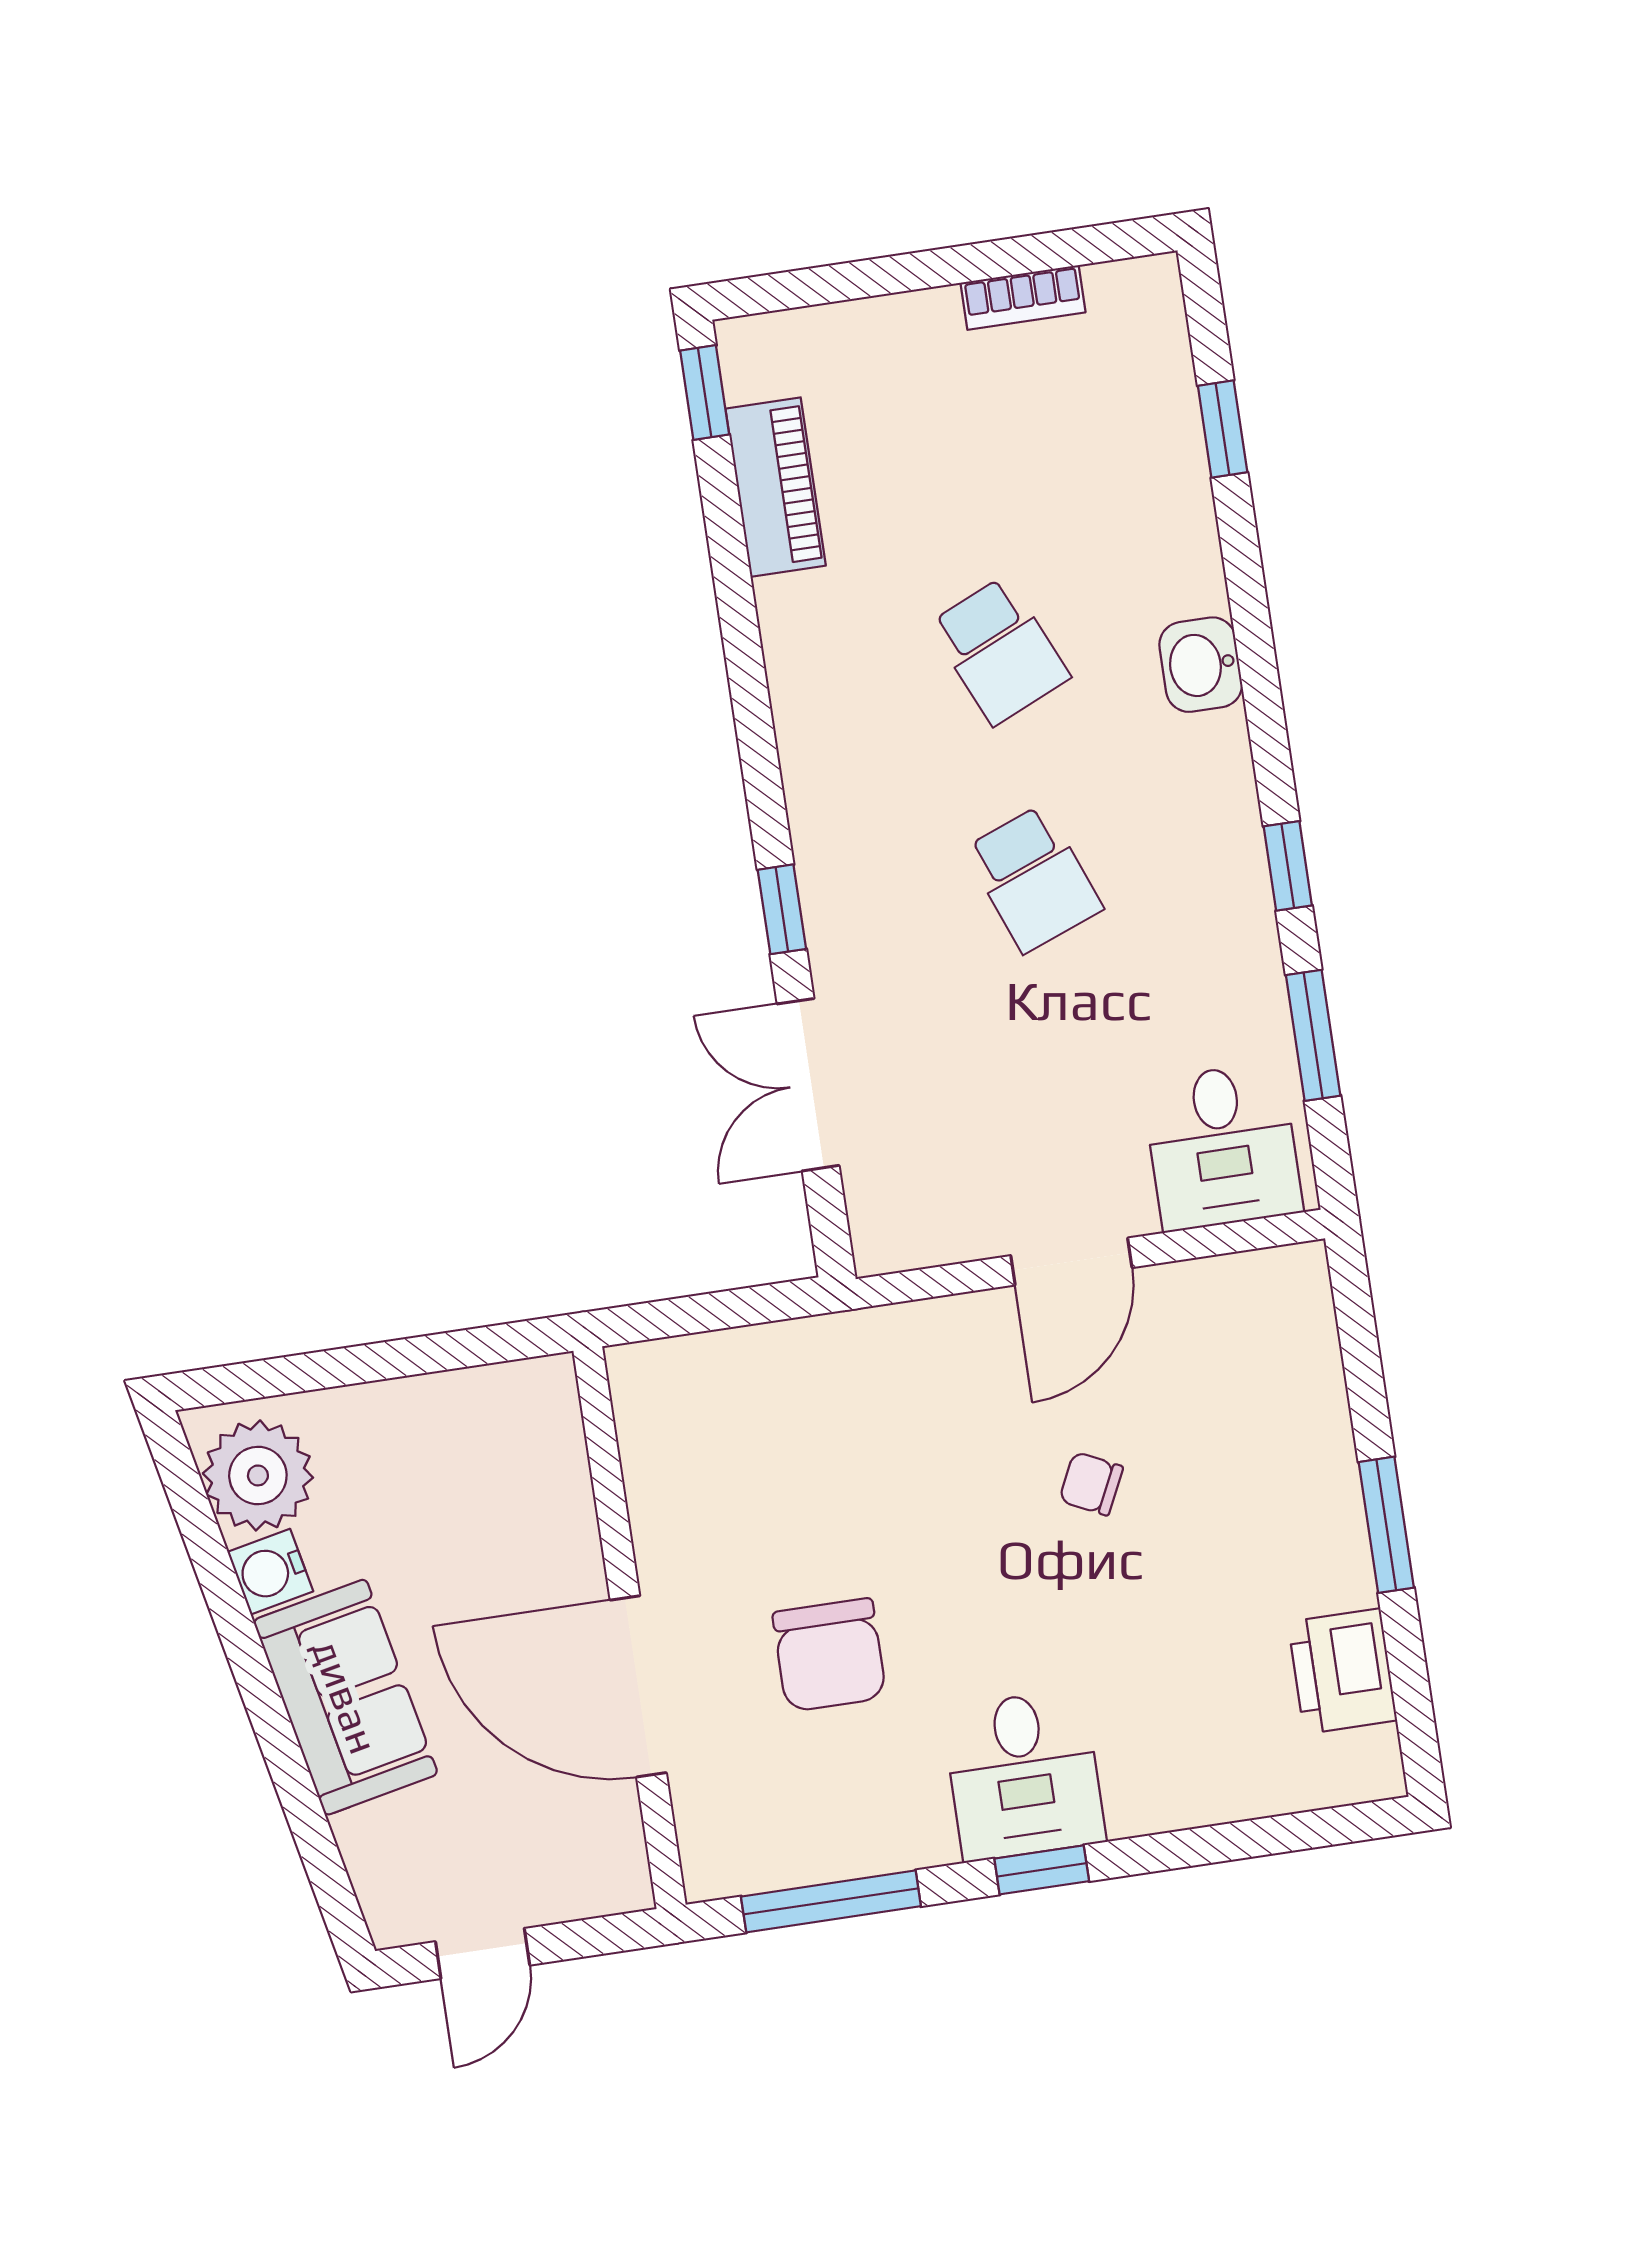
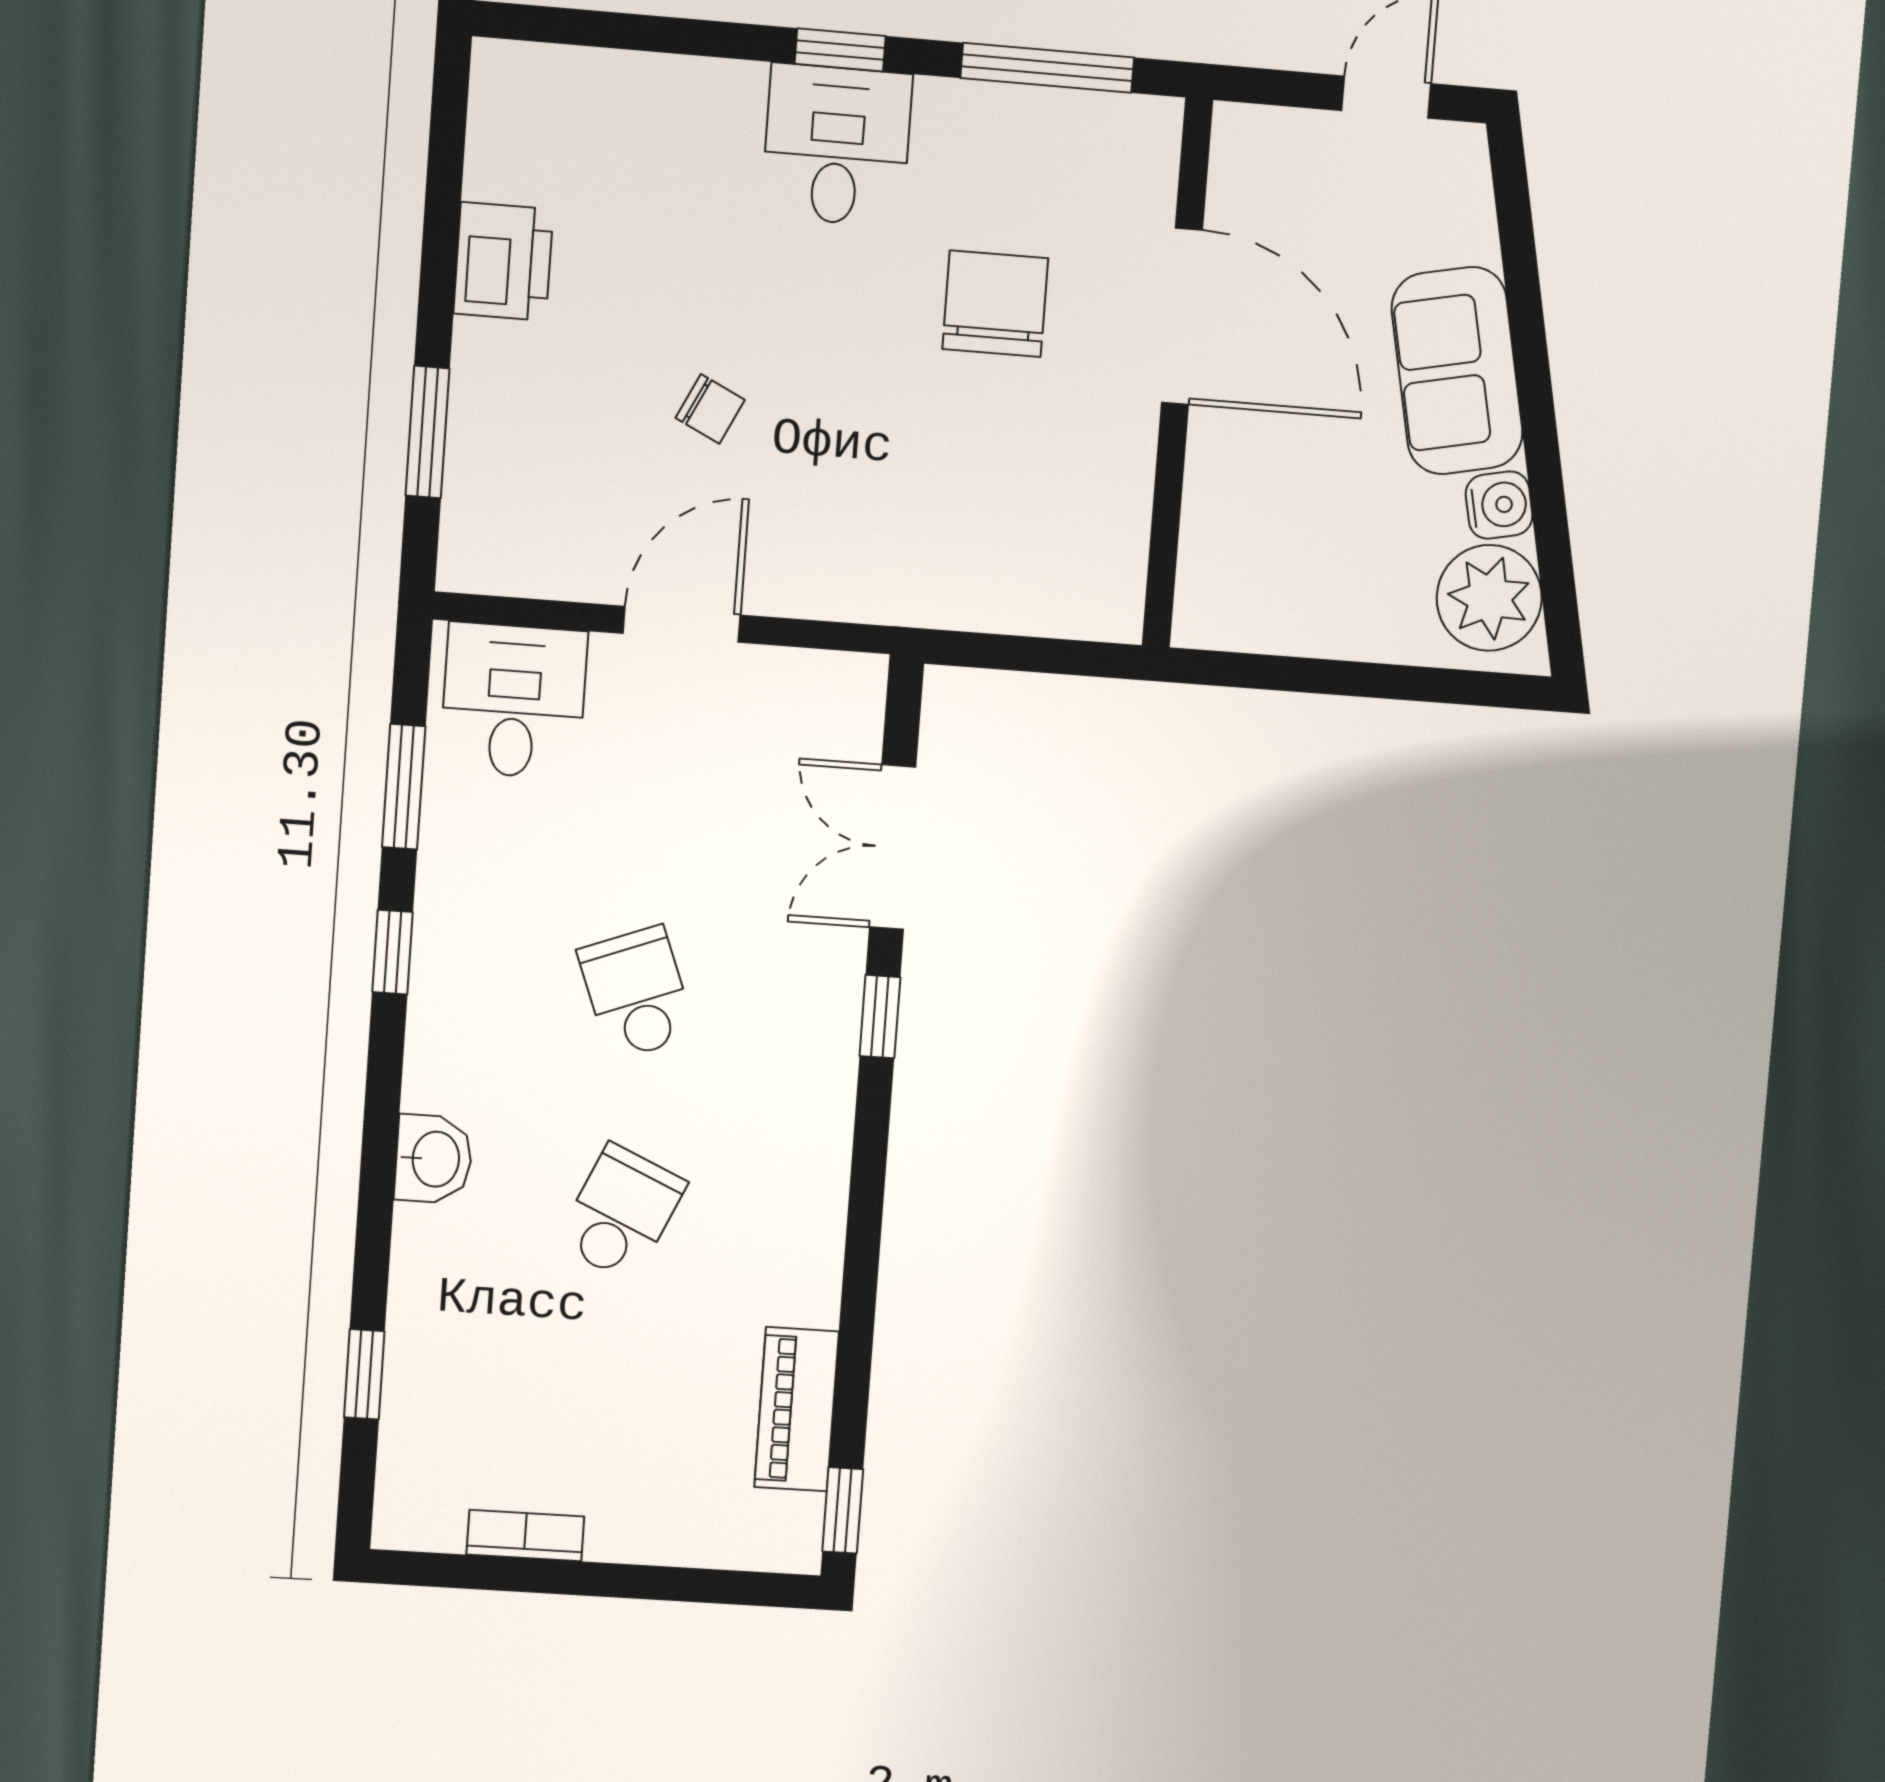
school desk: (999, 651) -> (621, 1213), turned 48
double door: (808, 1085) -> (893, 847), swing flipped
window: (1386, 1525) -> (427, 432), moved
printer: (1342, 1671) -> (503, 261), moved

